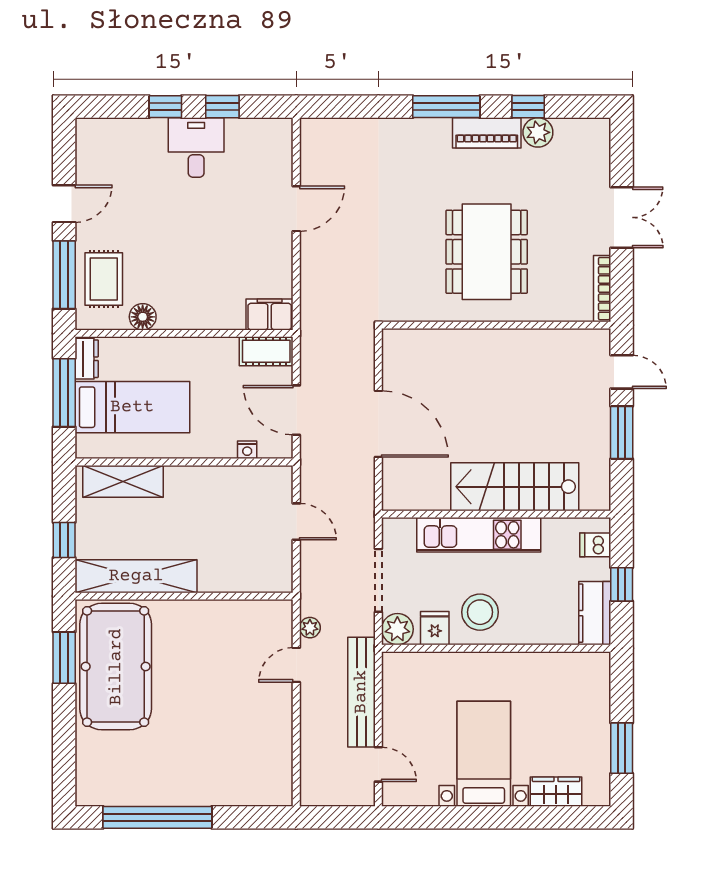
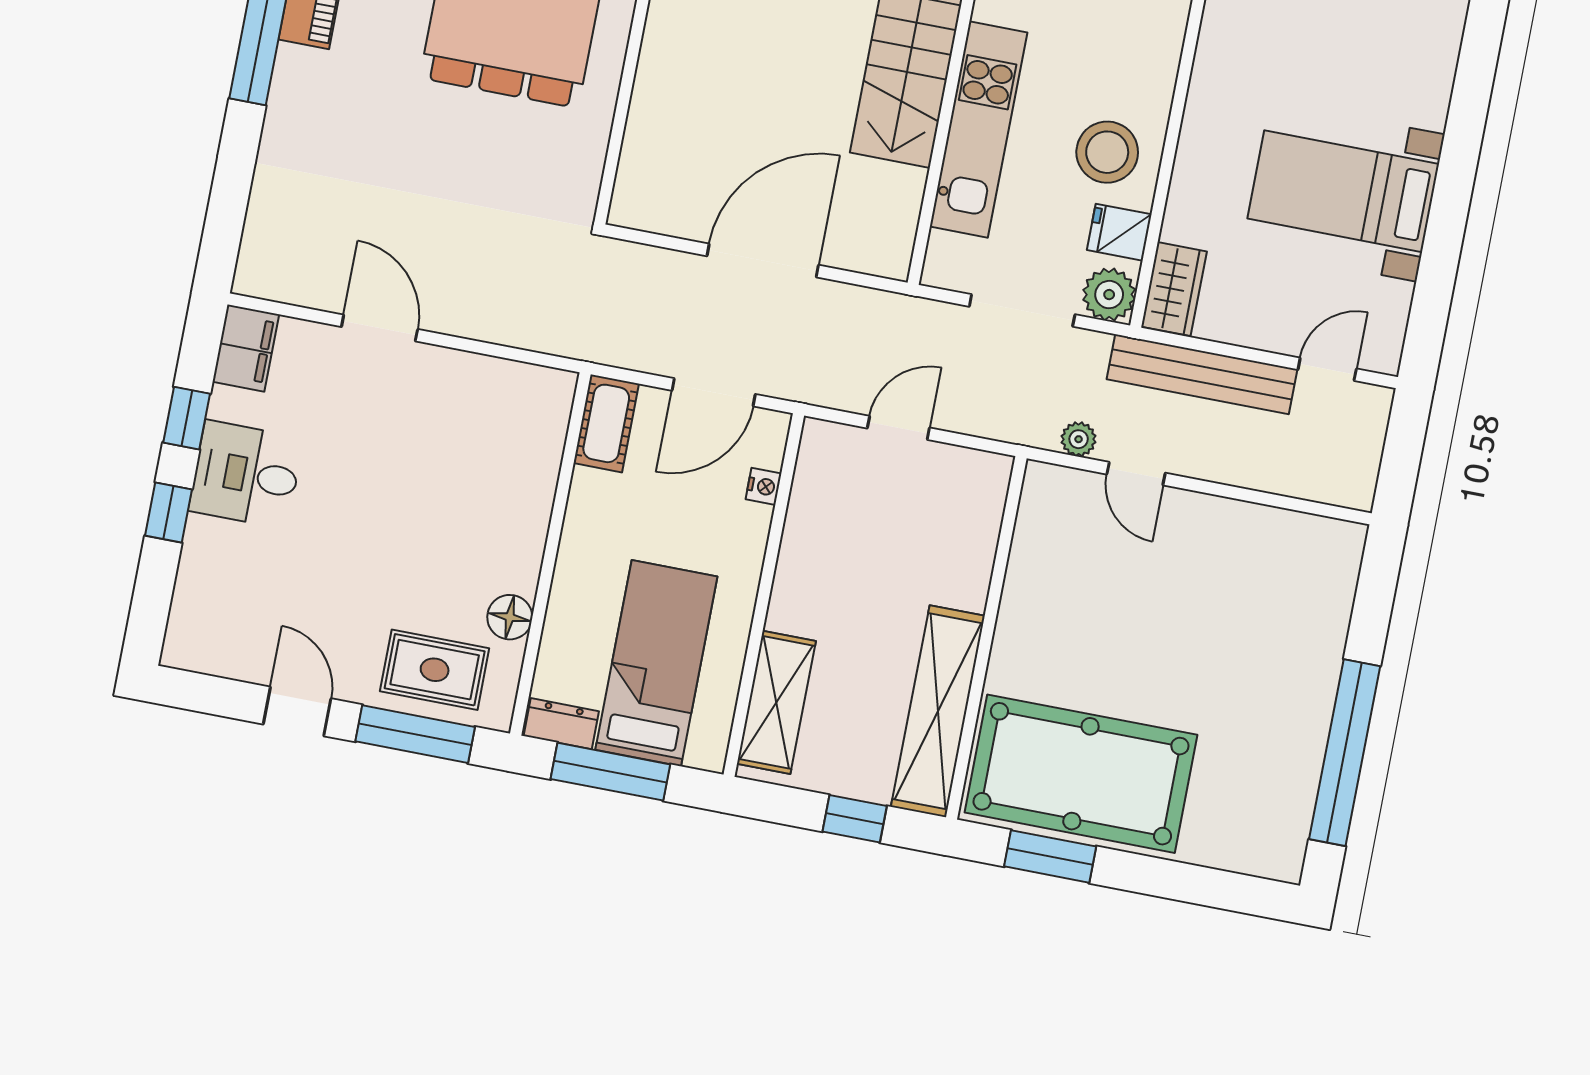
filing cabinet: (270, 314) -> (246, 348), moved, turned 180
wardrobe: (556, 792) -> (1174, 289), moved, turned 180

